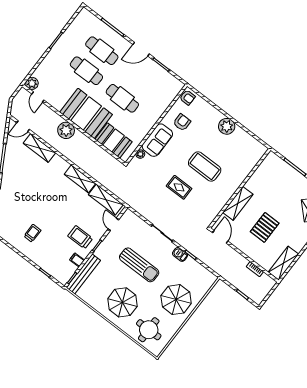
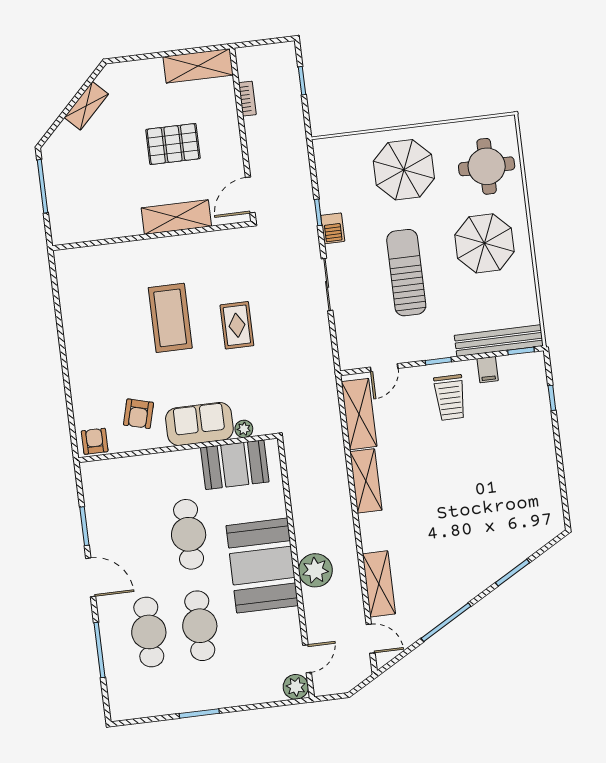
armchair: (182, 122) -> (138, 414), turned -75
plant: (227, 126) -> (80, 343), removed
booth: (114, 140) -> (235, 465), moved, turned 90
trolley: (32, 233) -> (512, 473), removed

